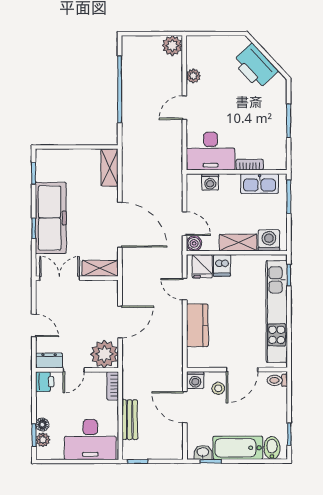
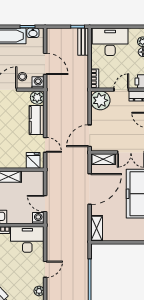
washing machine: (210, 182) -> (38, 218), moved
door: (185, 224) -> (45, 204), moved
door: (120, 225) -> (90, 189), swing flipped
boiler: (194, 243) -> (39, 176), removed
dishwasher: (222, 265) -> (20, 161), removed
door: (120, 322) -> (90, 136), moved
plant: (196, 358) -> (37, 98), added
bench: (130, 420) -> (83, 42), moved

